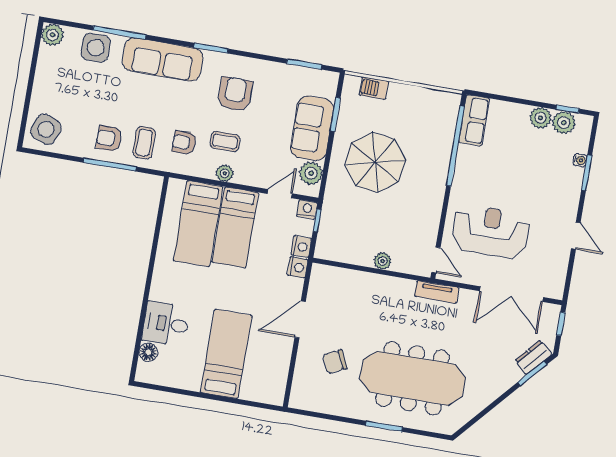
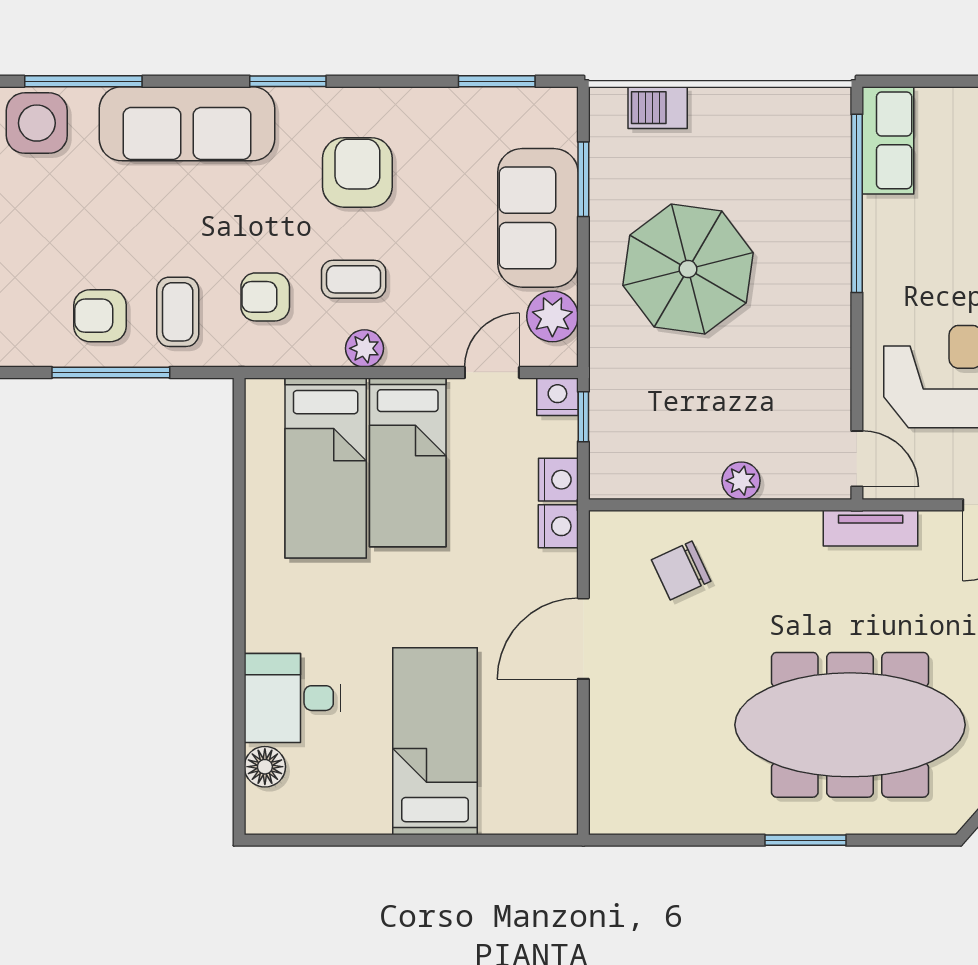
chair: (335, 362) -> (681, 571), moved

